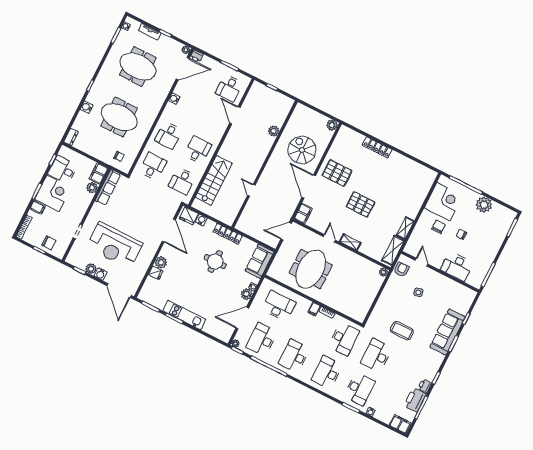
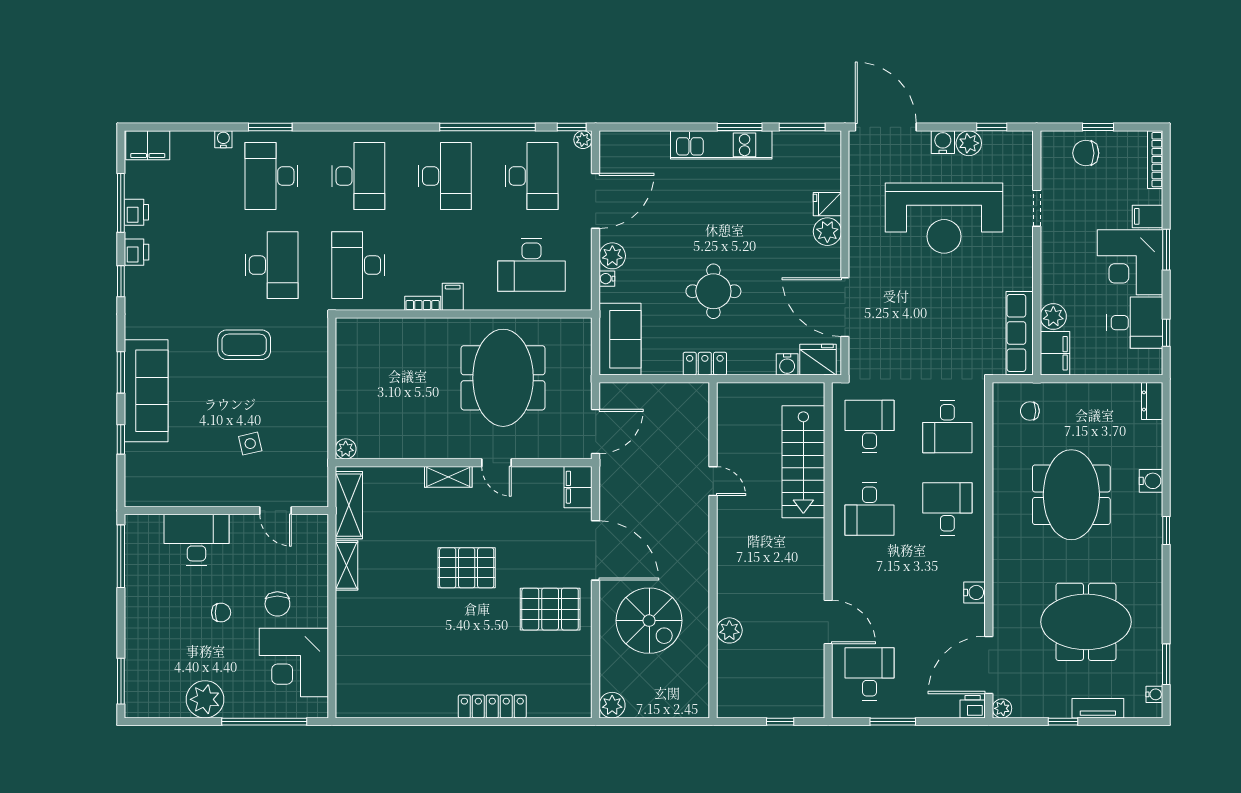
meeting table: (119, 117) -> (1071, 495), turned 90
locker: (228, 234) -> (705, 364), width x0.66
reception desk: (115, 245) -> (944, 218), turned 180
armchair: (401, 270) -> (310, 473), removed
printer: (415, 400) -> (136, 212), width x0.53, depth x0.68

